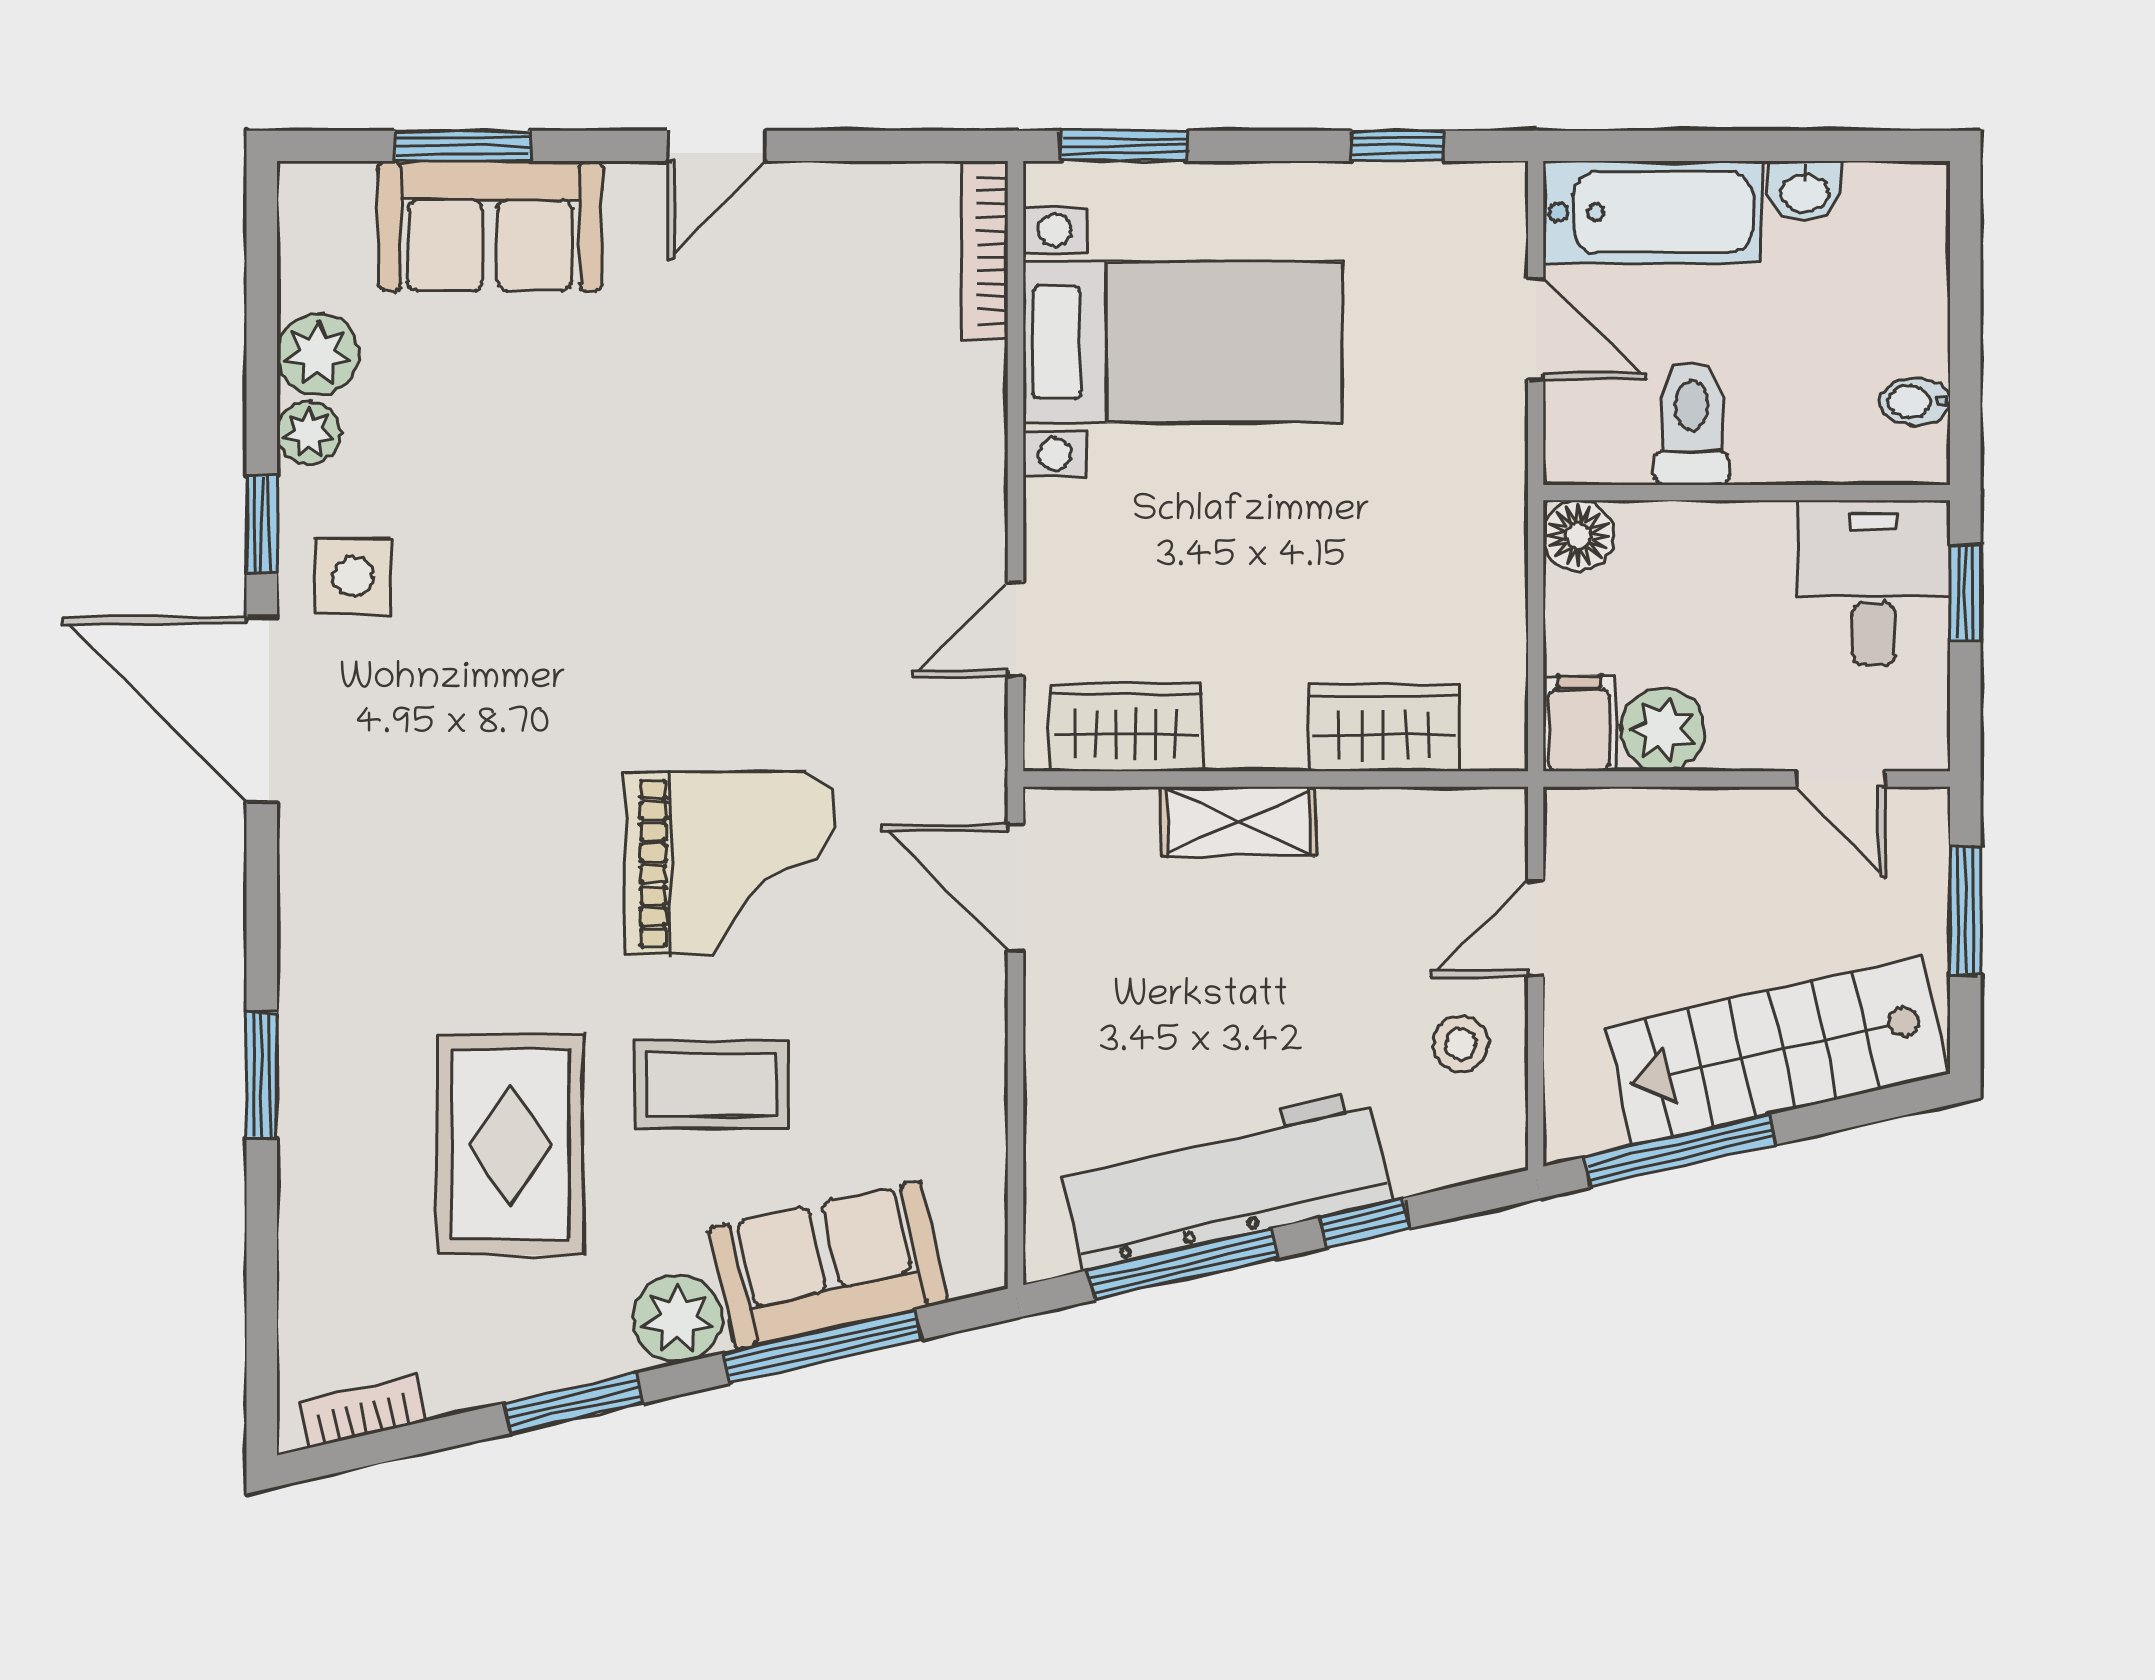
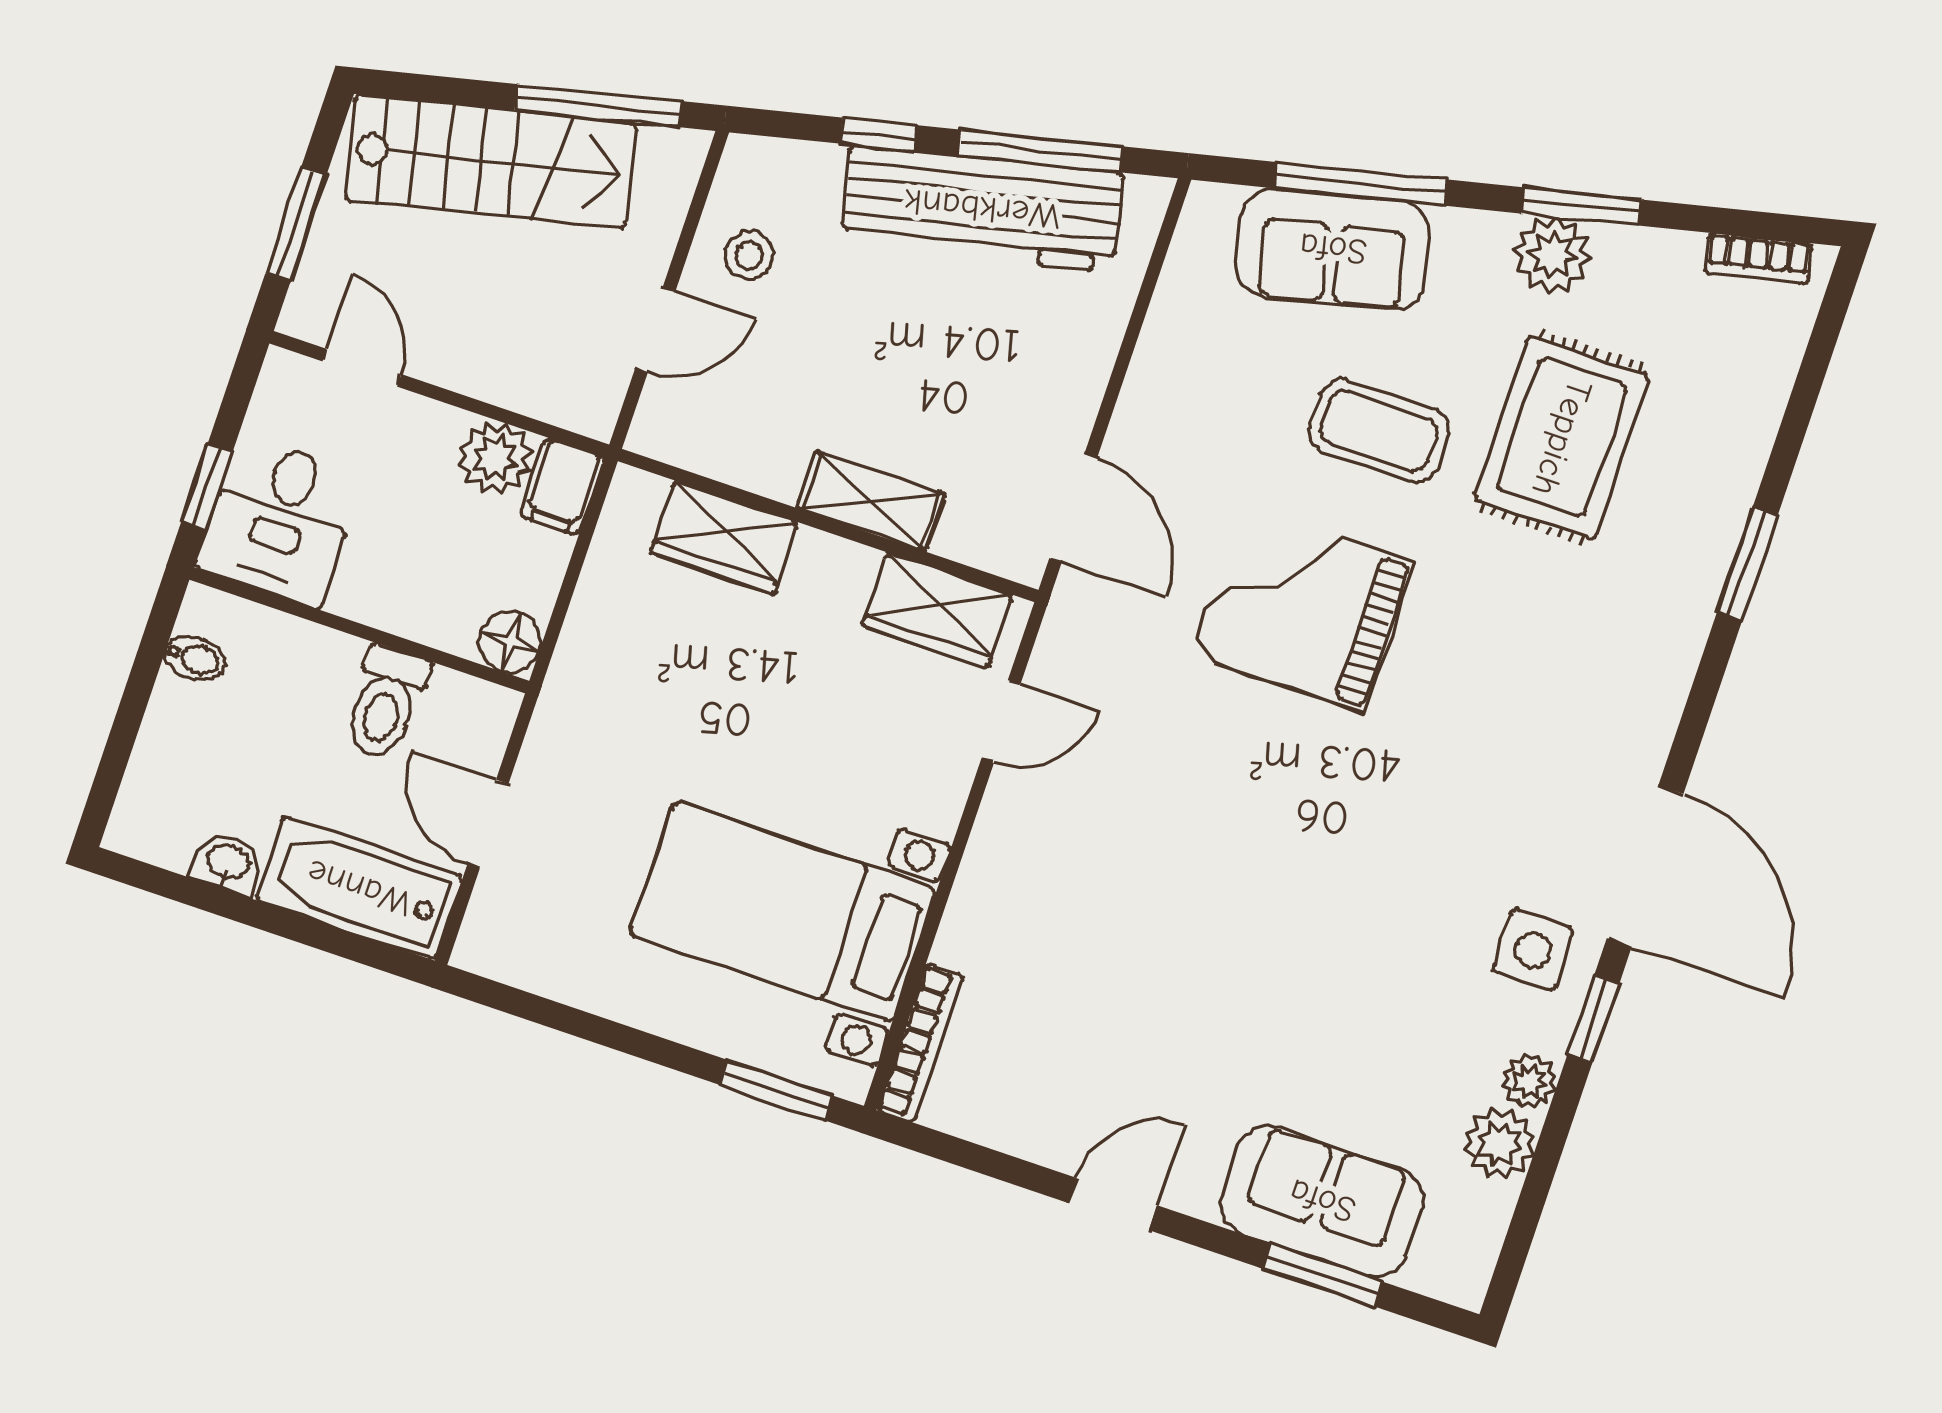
window: (1397, 146) -> (551, 1014), removed
plant: (678, 1319) -> (1552, 255), moved

